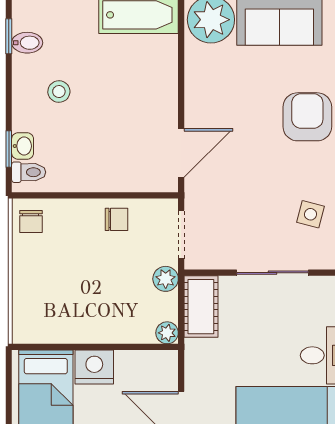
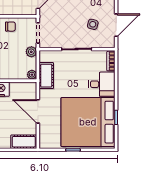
cot: (201, 307) -> (46, 76), moved

